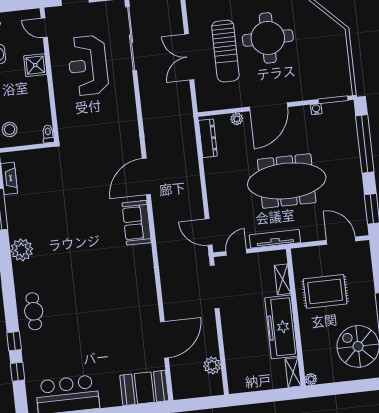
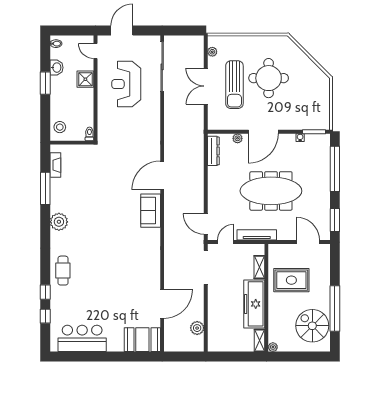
plant: (193, 12) -> (212, 52), added

